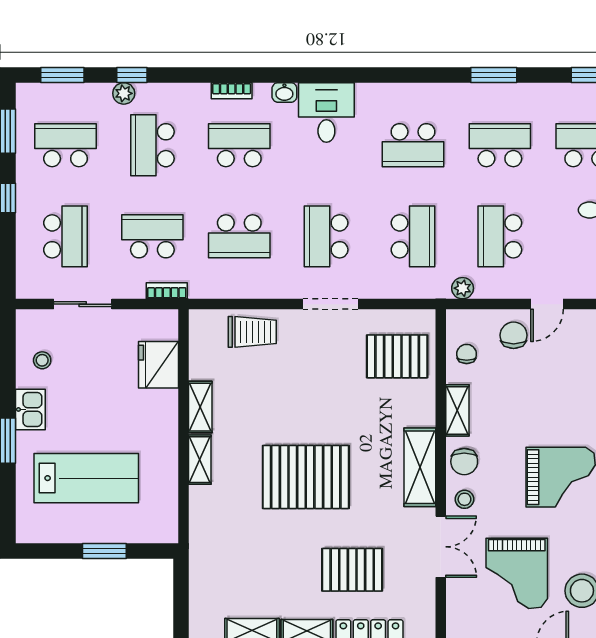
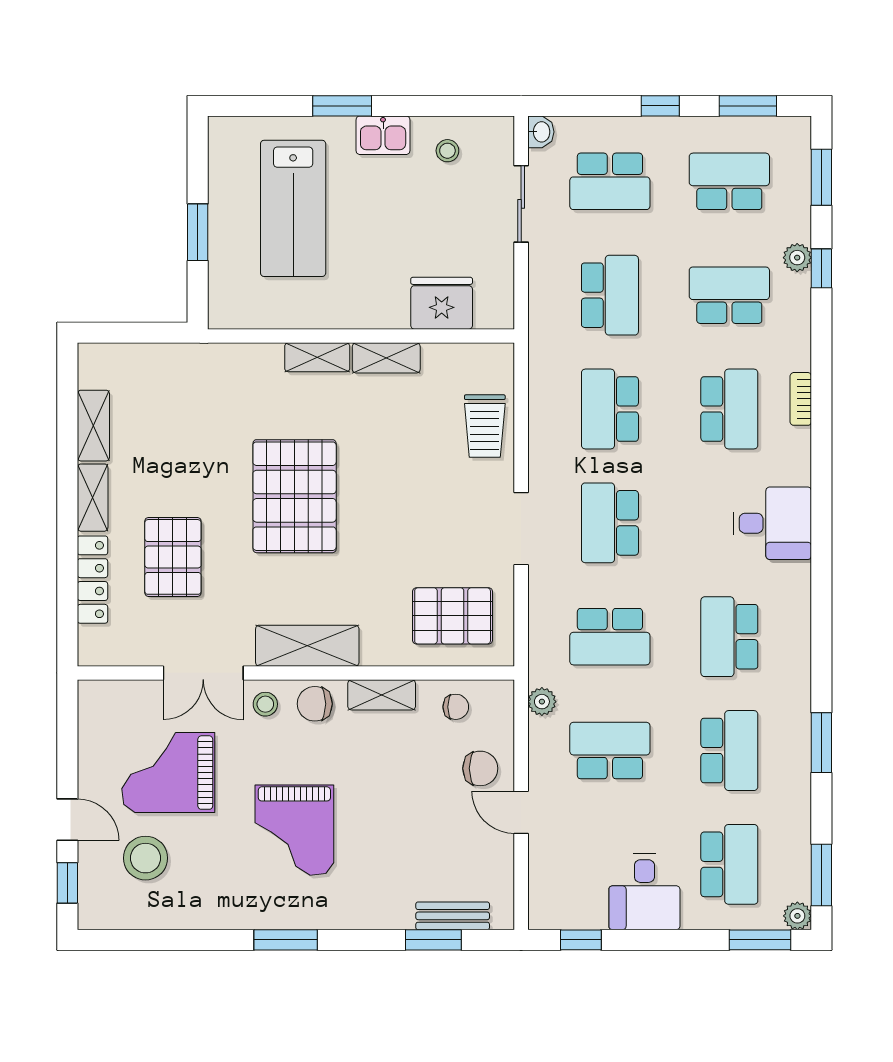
washbasin: (284, 92) -> (541, 132), moved, turned 180
school desk: (66, 145) -> (729, 181), turned -90
school desk: (326, 236) -> (610, 523), turned -90
bookcase: (167, 291) -> (539, 314), removed
pallet: (397, 356) -> (453, 616), turned 90

